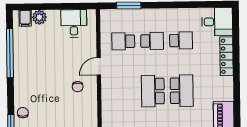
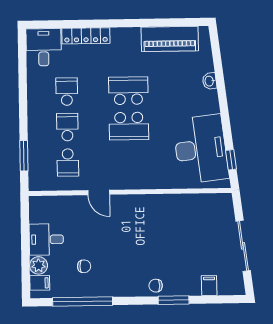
desk: (74, 23) -> (46, 239), moved
chair: (78, 87) -> (84, 266), moved

